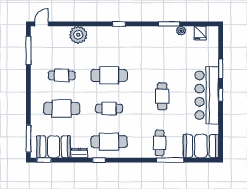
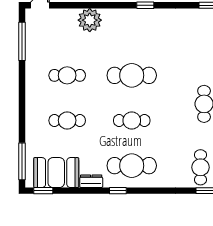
cafe table: (62, 109) -> (67, 120), width x0.73, depth x0.74

